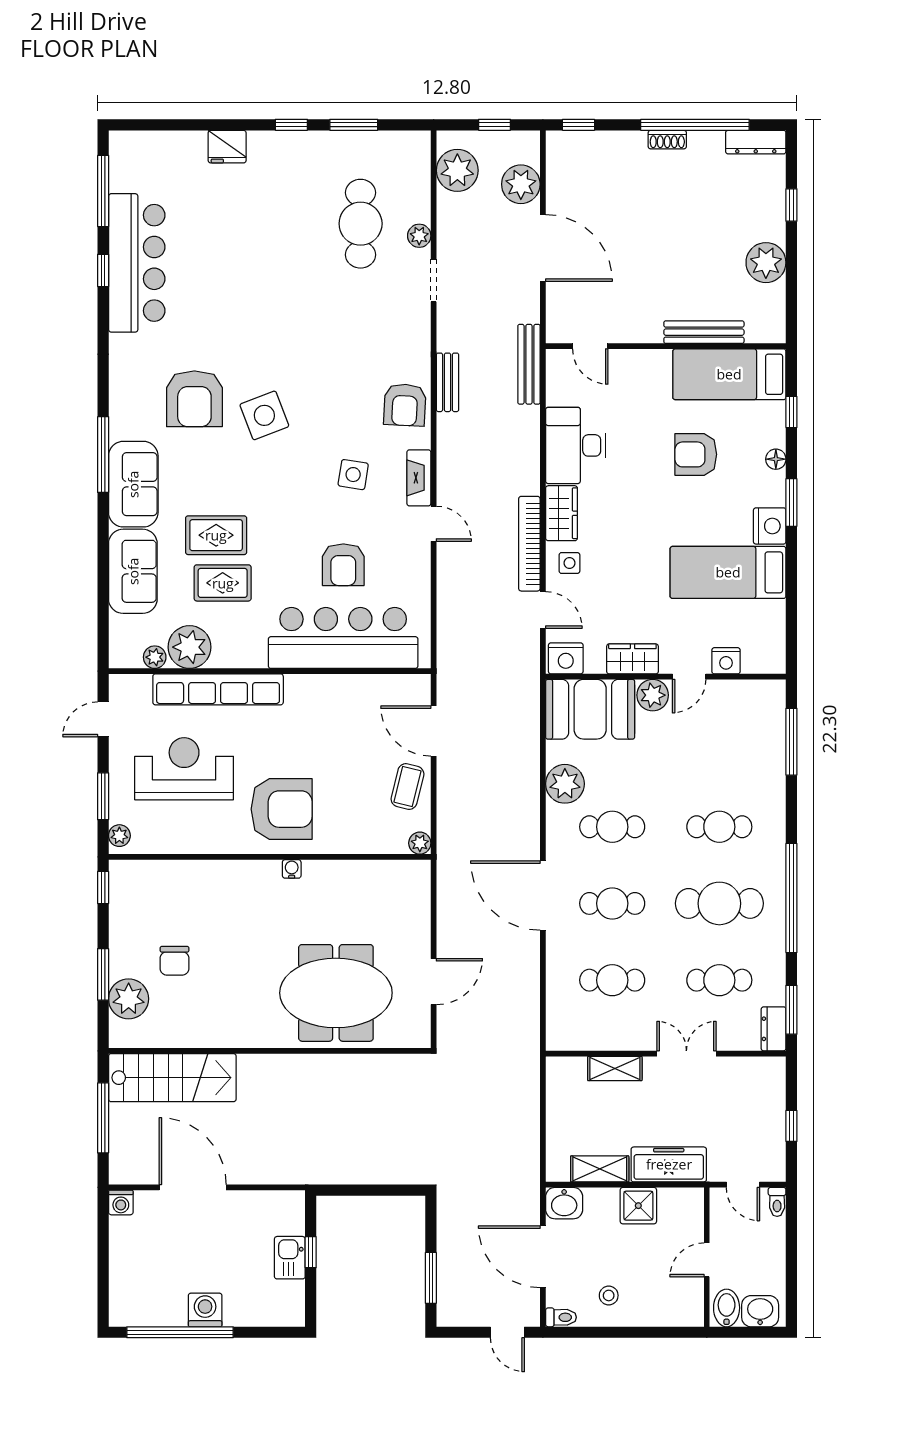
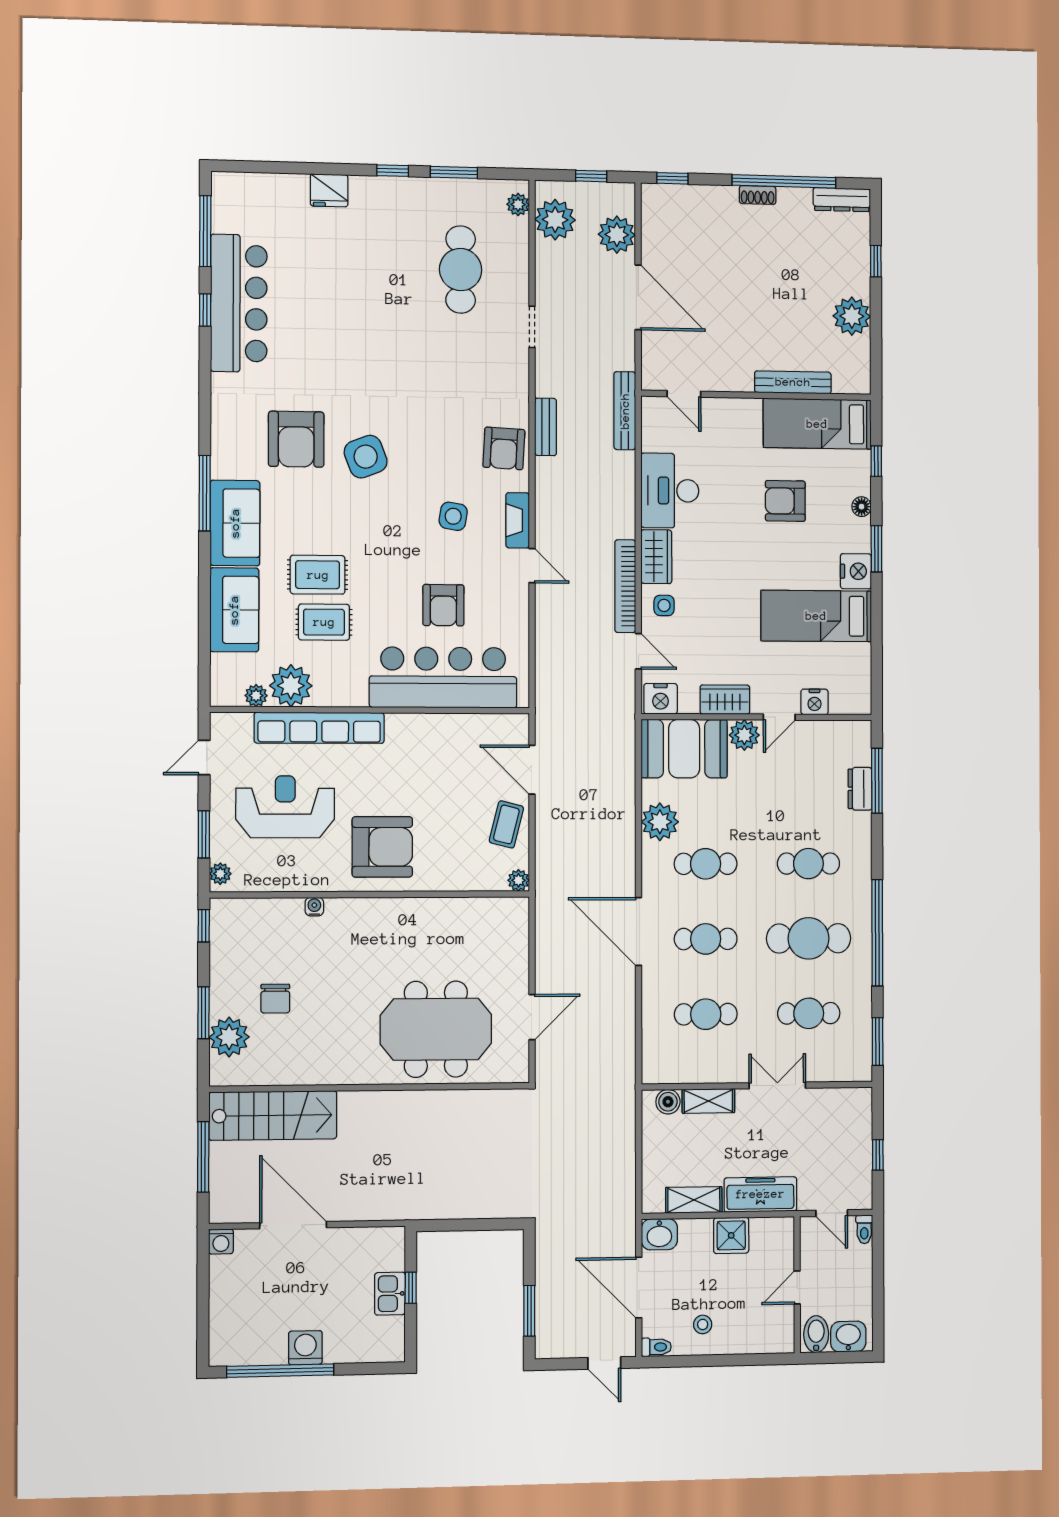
plant: (419, 236) -> (518, 204), moved
water cooler: (292, 869) -> (314, 907), moved
dresser: (774, 1029) -> (860, 789), moved
boiler: (573, 1069) -> (668, 1102), added

